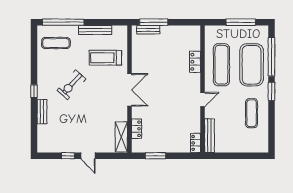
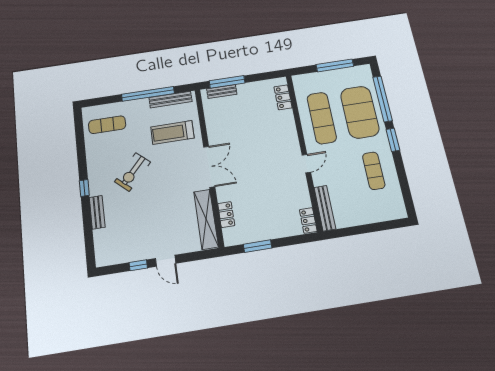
window: (63, 22) -> (148, 94), moved
bench: (95, 30) -> (171, 100), moved
locker: (195, 62) -> (283, 97), moved
shelving: (121, 137) -> (206, 219), width x1.47

